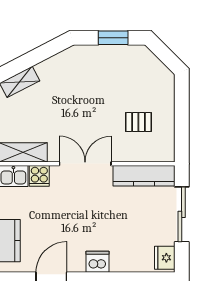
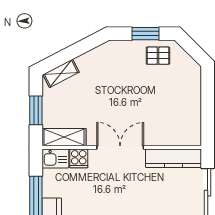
pallet: (138, 122) -> (158, 56), moved

